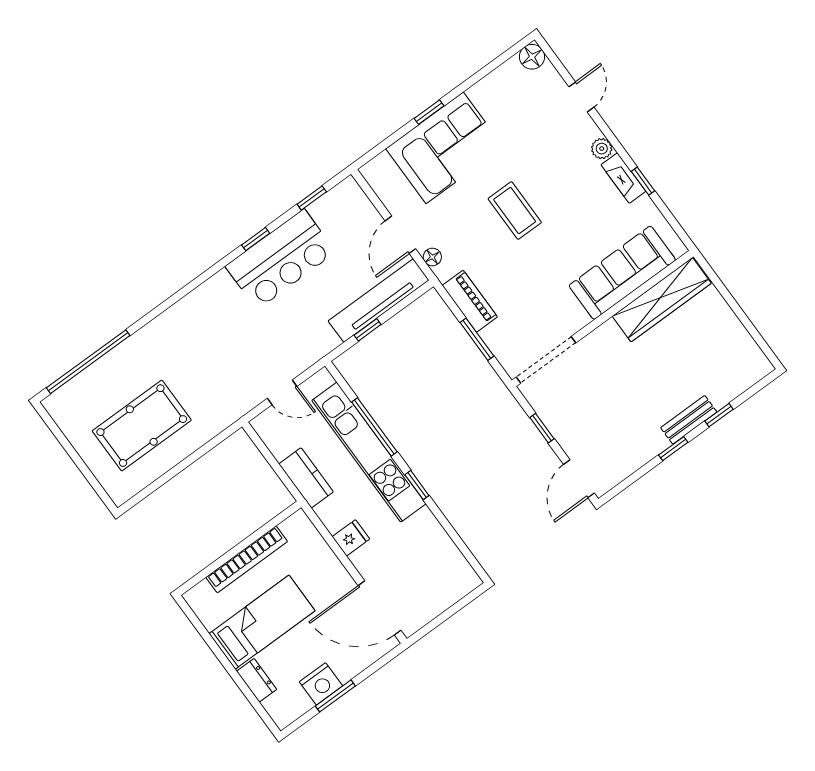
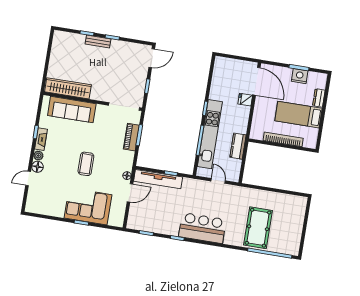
floor lamp: (532, 57) -> (37, 167), moved
bar counter: (281, 259) -> (202, 228), moved
piano: (470, 301) -> (131, 137), moved
pool table: (142, 426) -> (258, 228), moved, turned 90
fridge: (351, 538) -> (245, 100), moved

